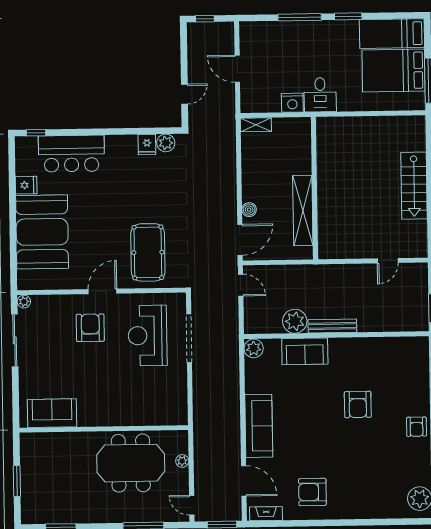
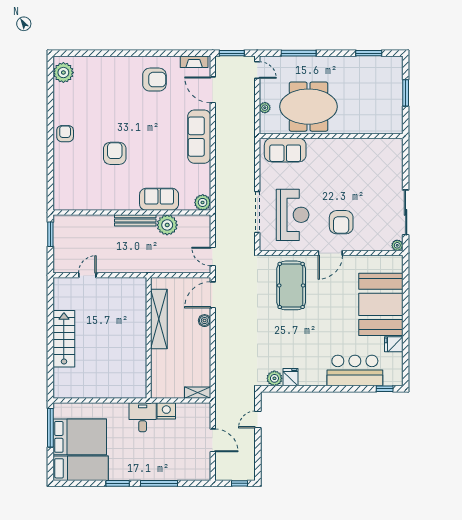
sofa: (52, 413) -> (285, 150), moved

